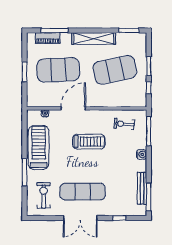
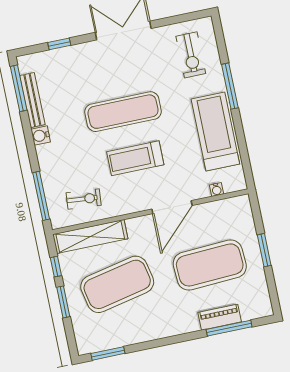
piano: (48, 38) -> (220, 317), moved
shelving: (94, 39) -> (90, 237), moved
treadmill: (39, 147) -> (215, 131), turned 180
water cooler: (142, 154) -> (41, 136), moved
exercise mat: (83, 192) -> (123, 112), moved

